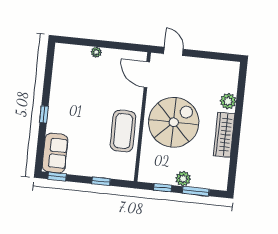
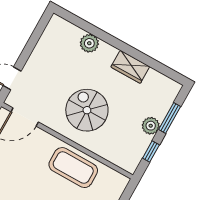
spiral stairs: (174, 122) -> (87, 110), width x0.73, depth x0.73
wardrobe: (224, 135) -> (130, 67), width x0.67

